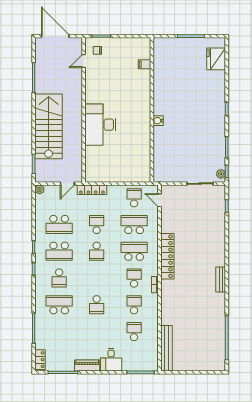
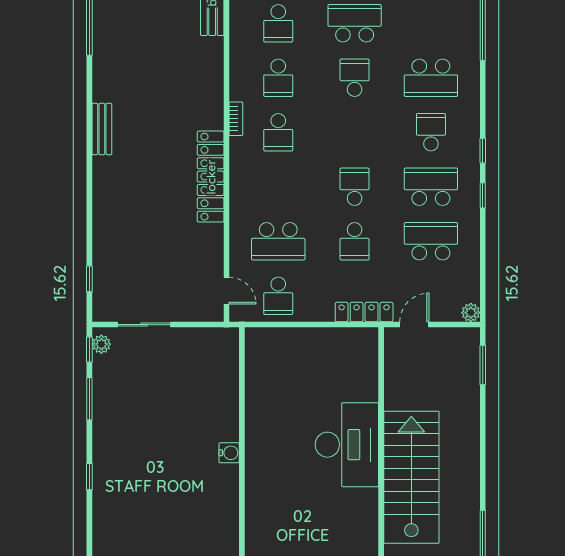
stairs: (49, 126) -> (411, 477), moved, turned 180
school desk: (134, 251) -> (355, 23), moved, turned 180

